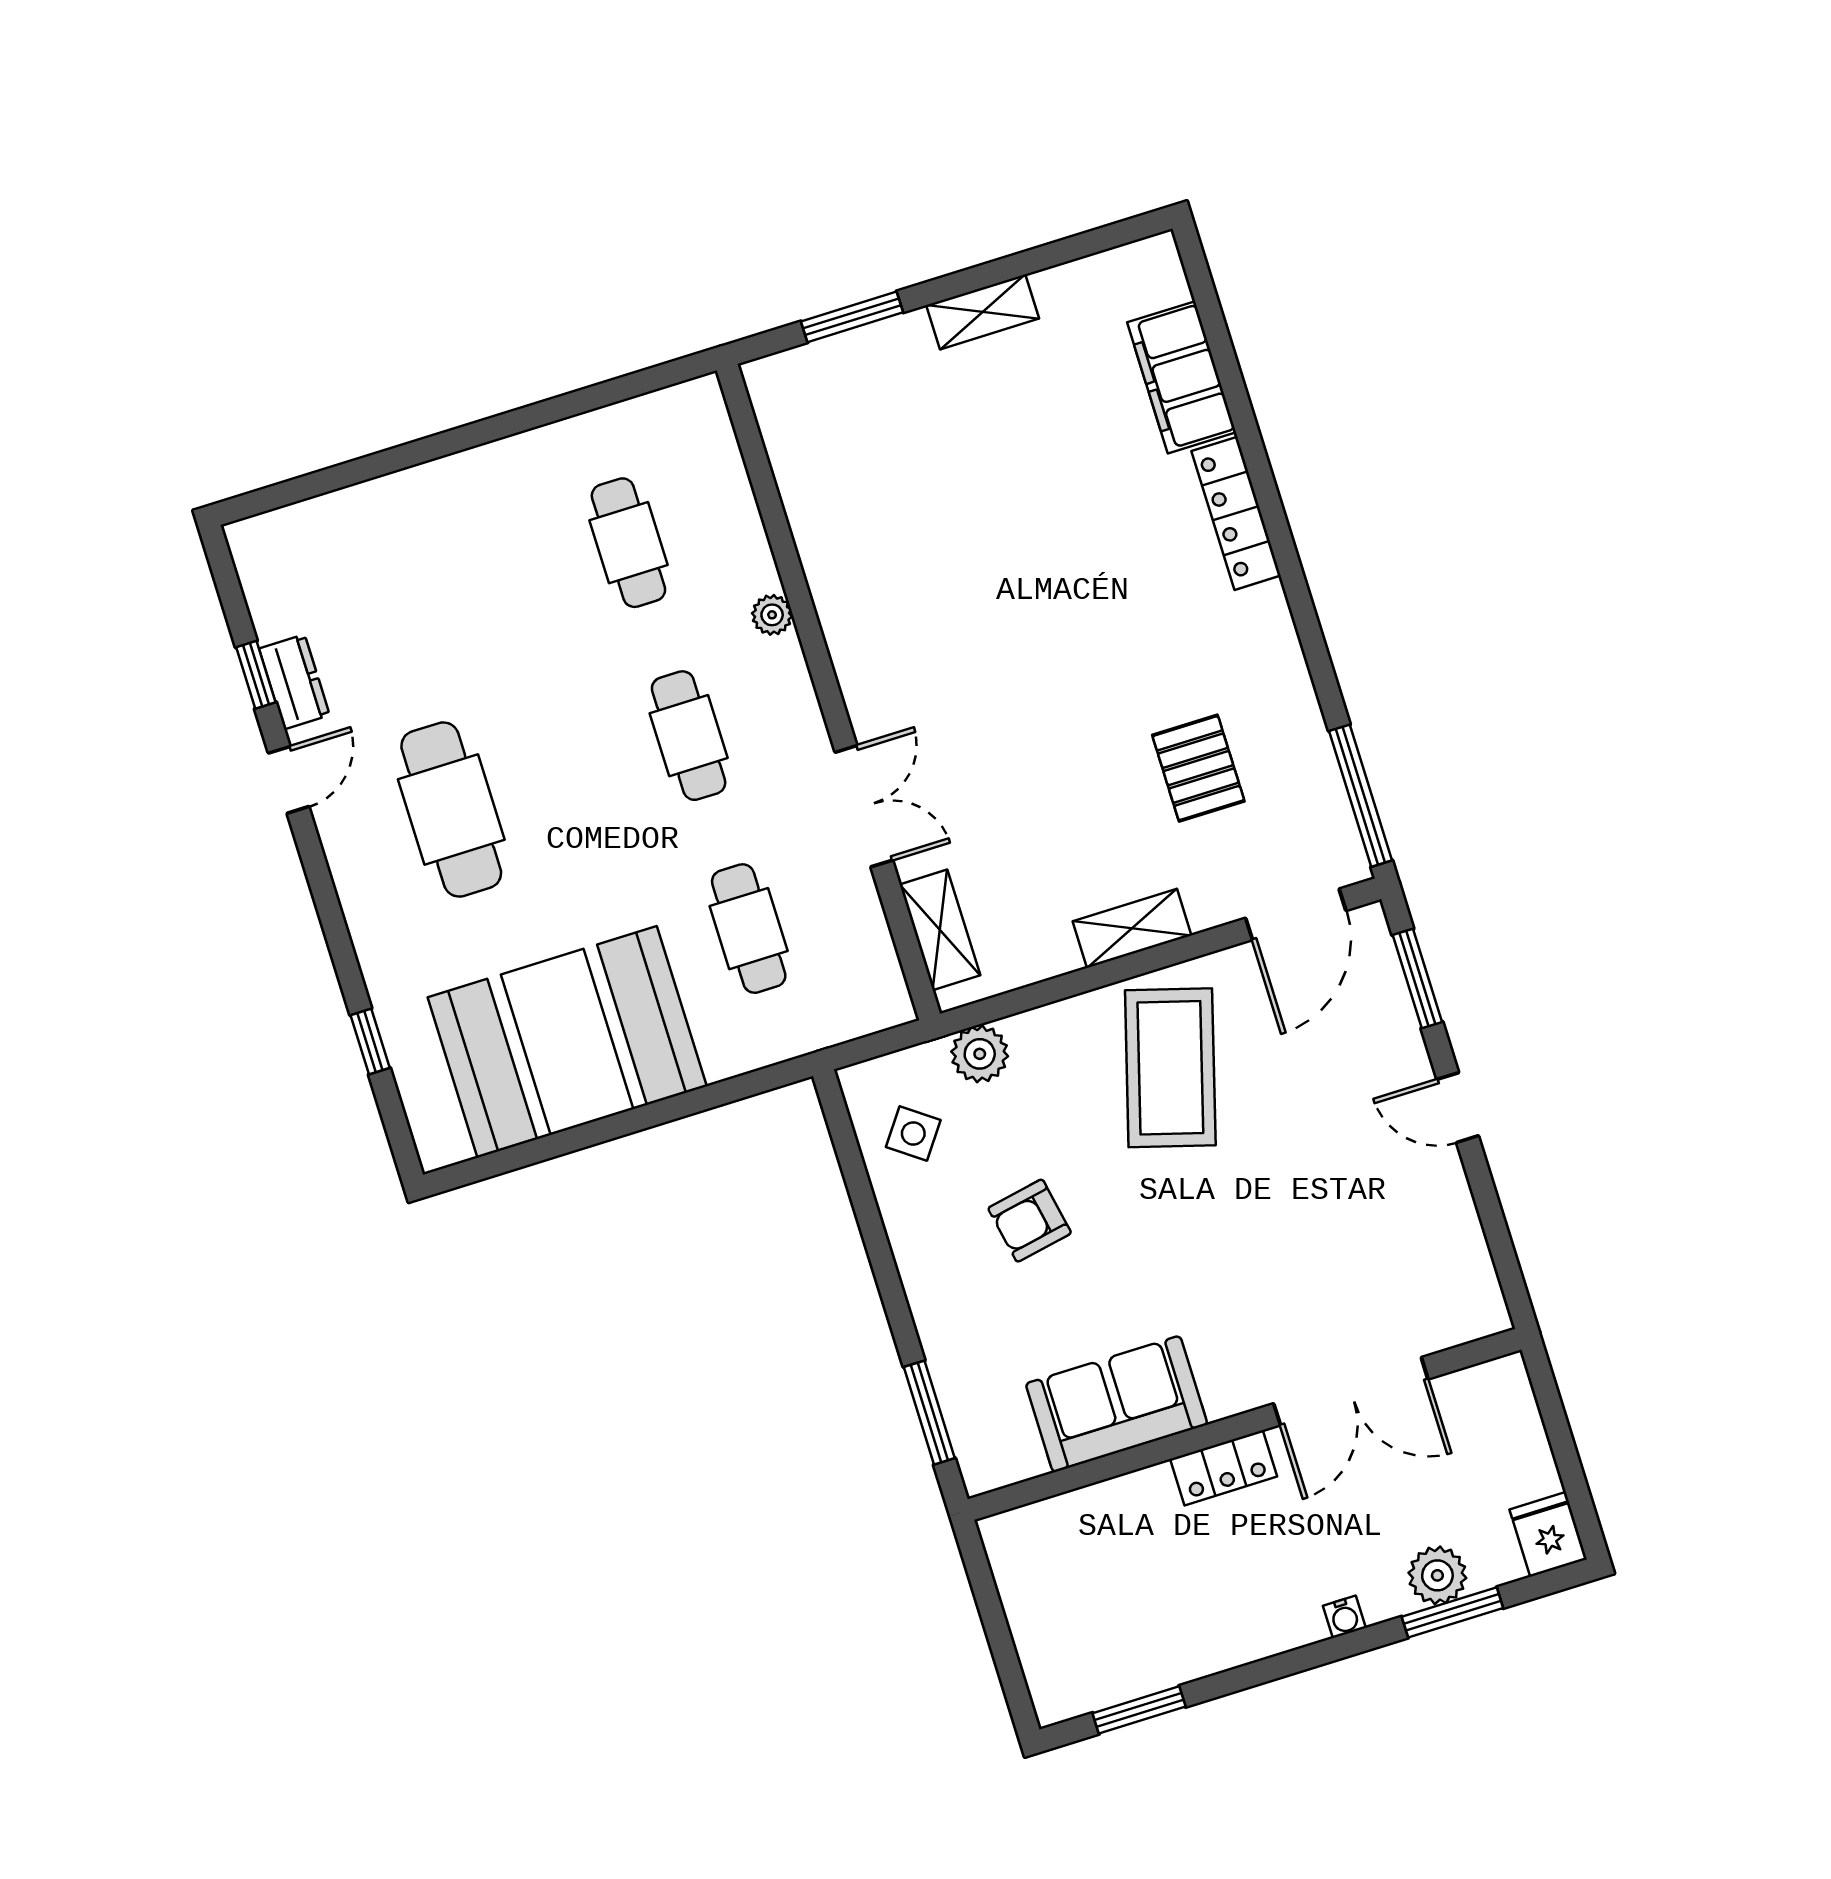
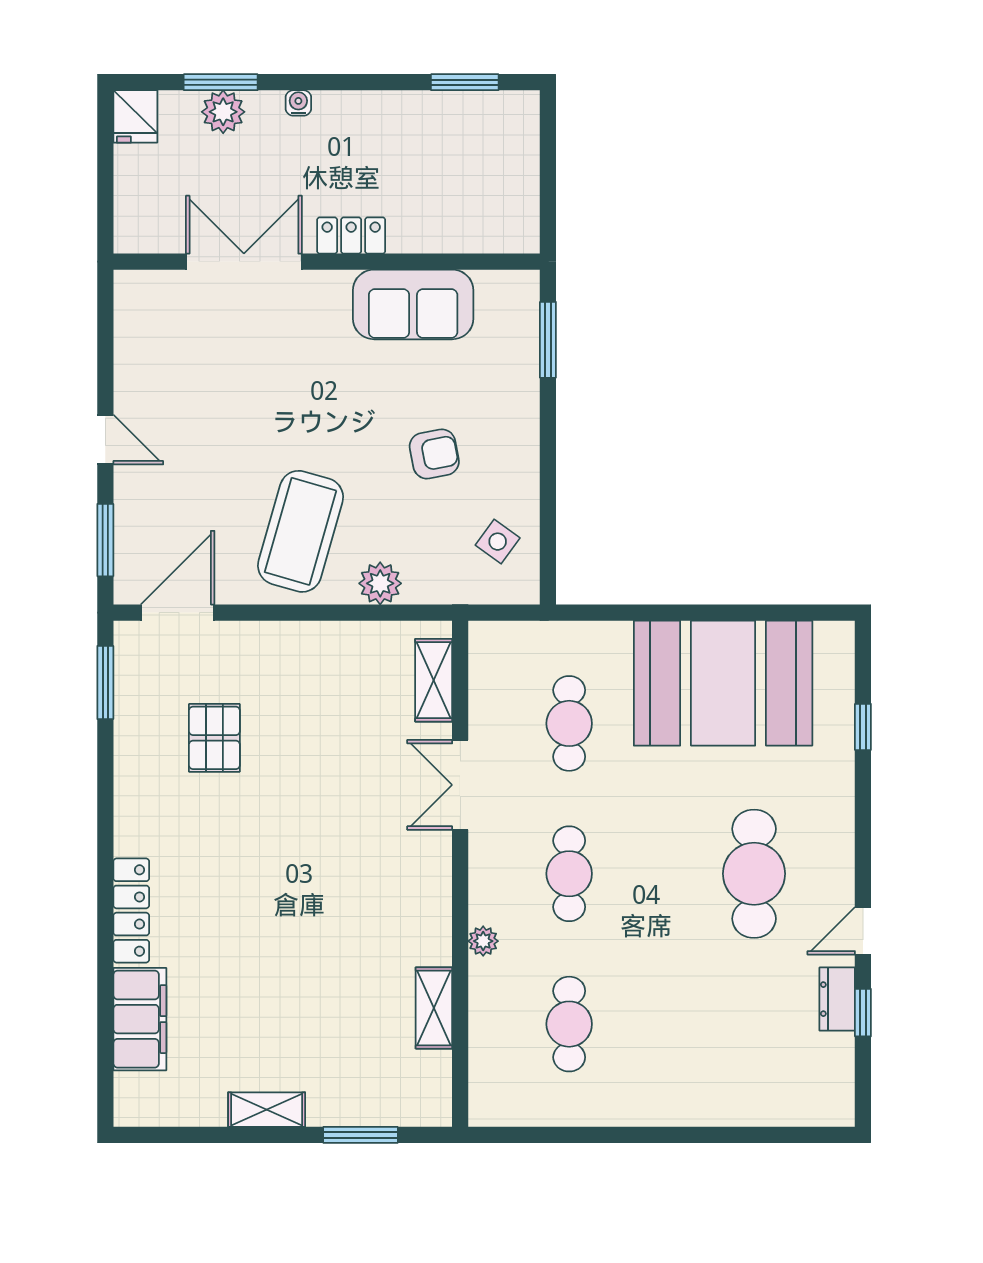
window: (1360, 796) -> (105, 682), width x0.69
shelving: (1132, 928) -> (434, 1008), moved, turned 90
plant: (980, 1054) -> (380, 583), moved

